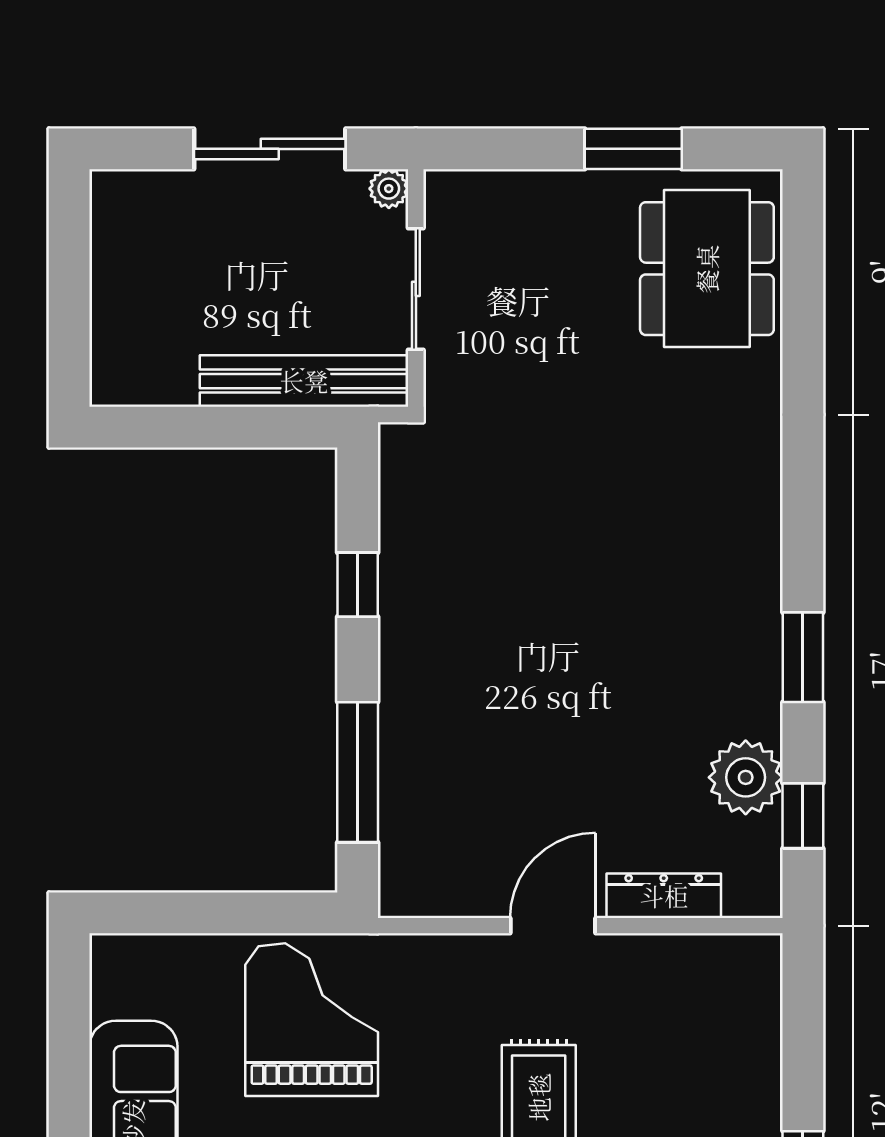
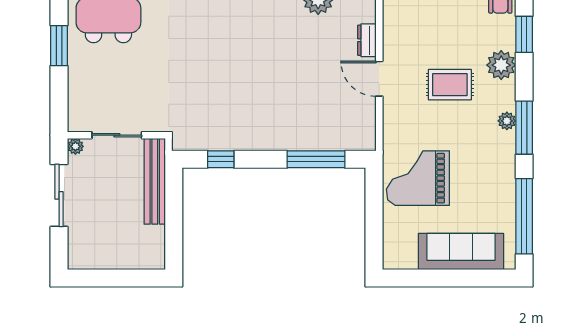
window: (358, 585) -> (221, 159), moved
dresser: (664, 896) -> (367, 40), width x0.70

